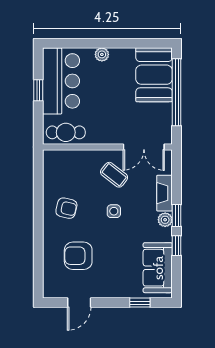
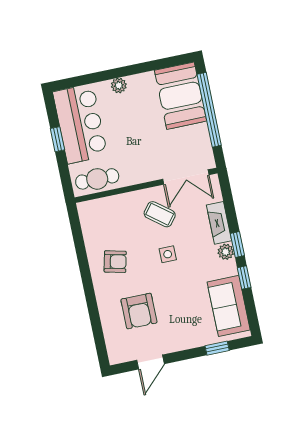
armchair: (78, 256) -> (139, 311), turned -90

